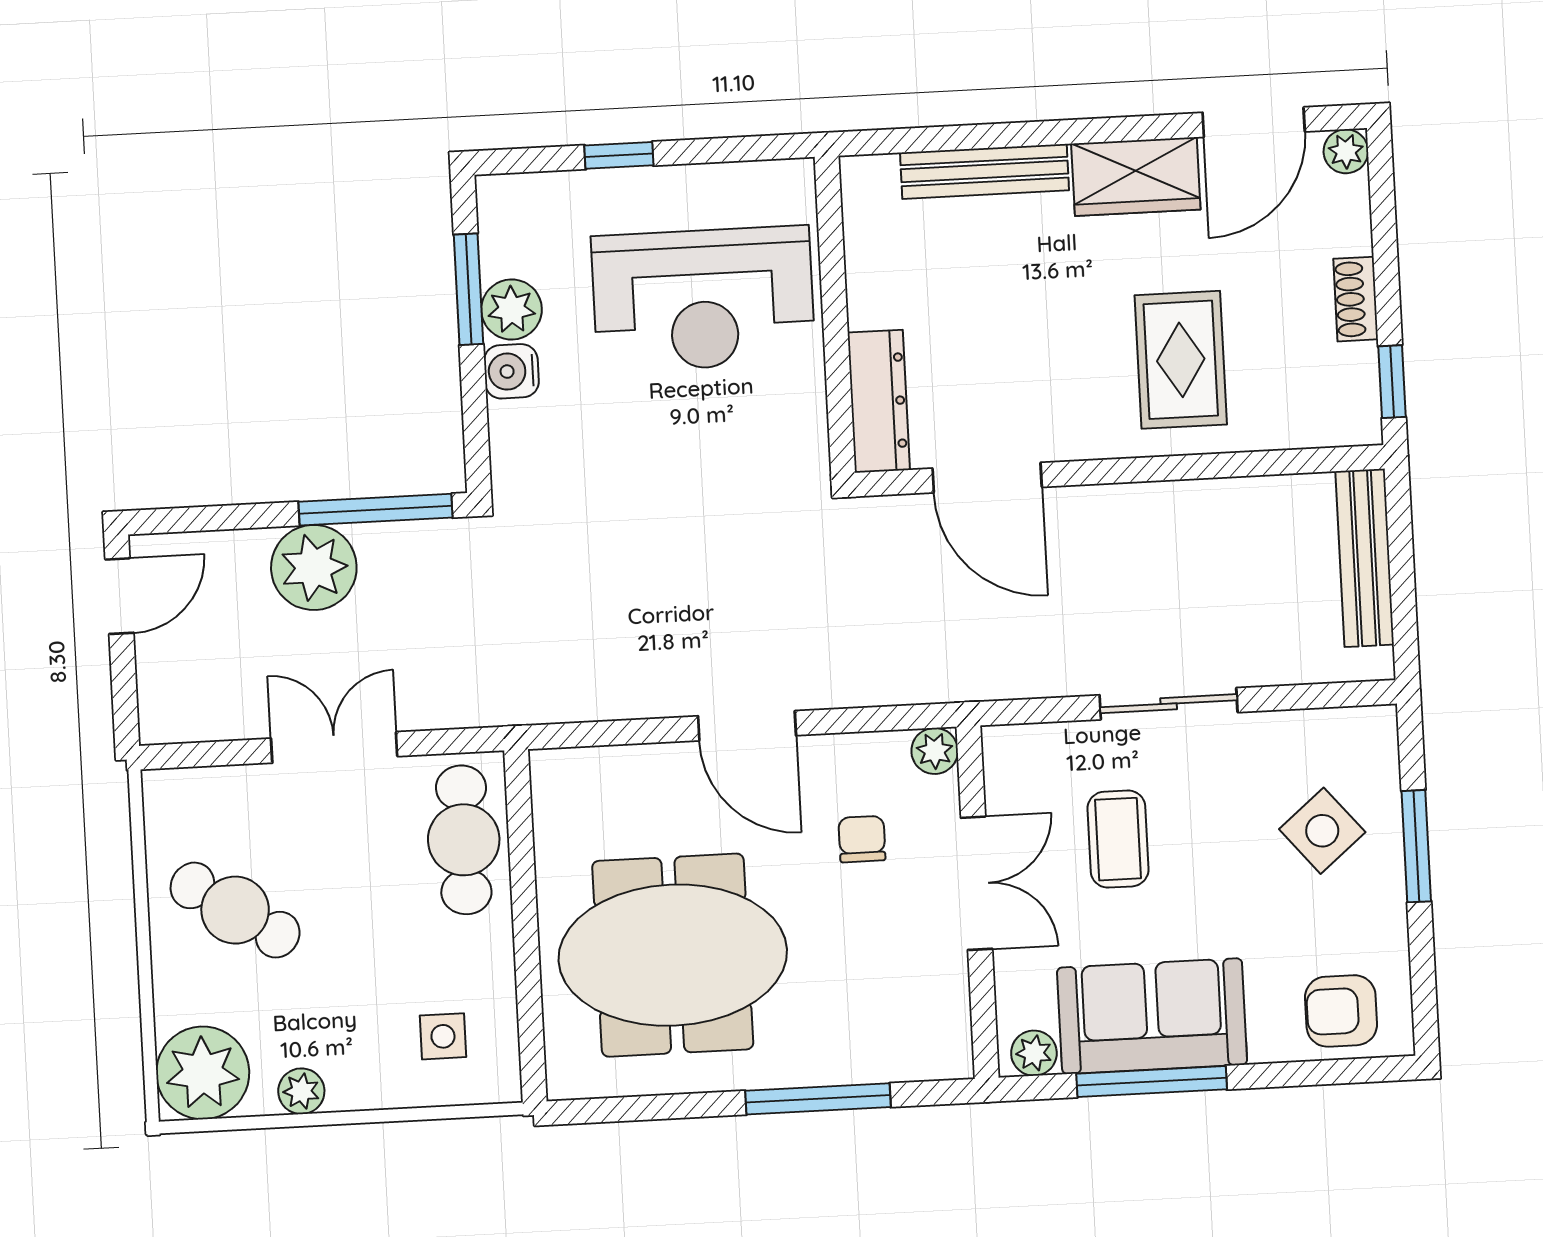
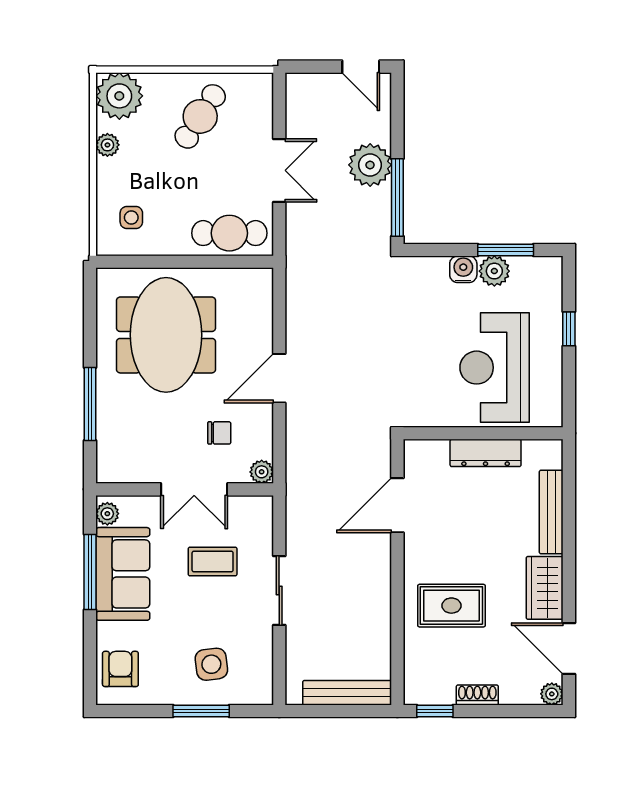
dresser: (879, 401) -> (486, 453), moved
side table: (1322, 831) -> (211, 664), turned 33

